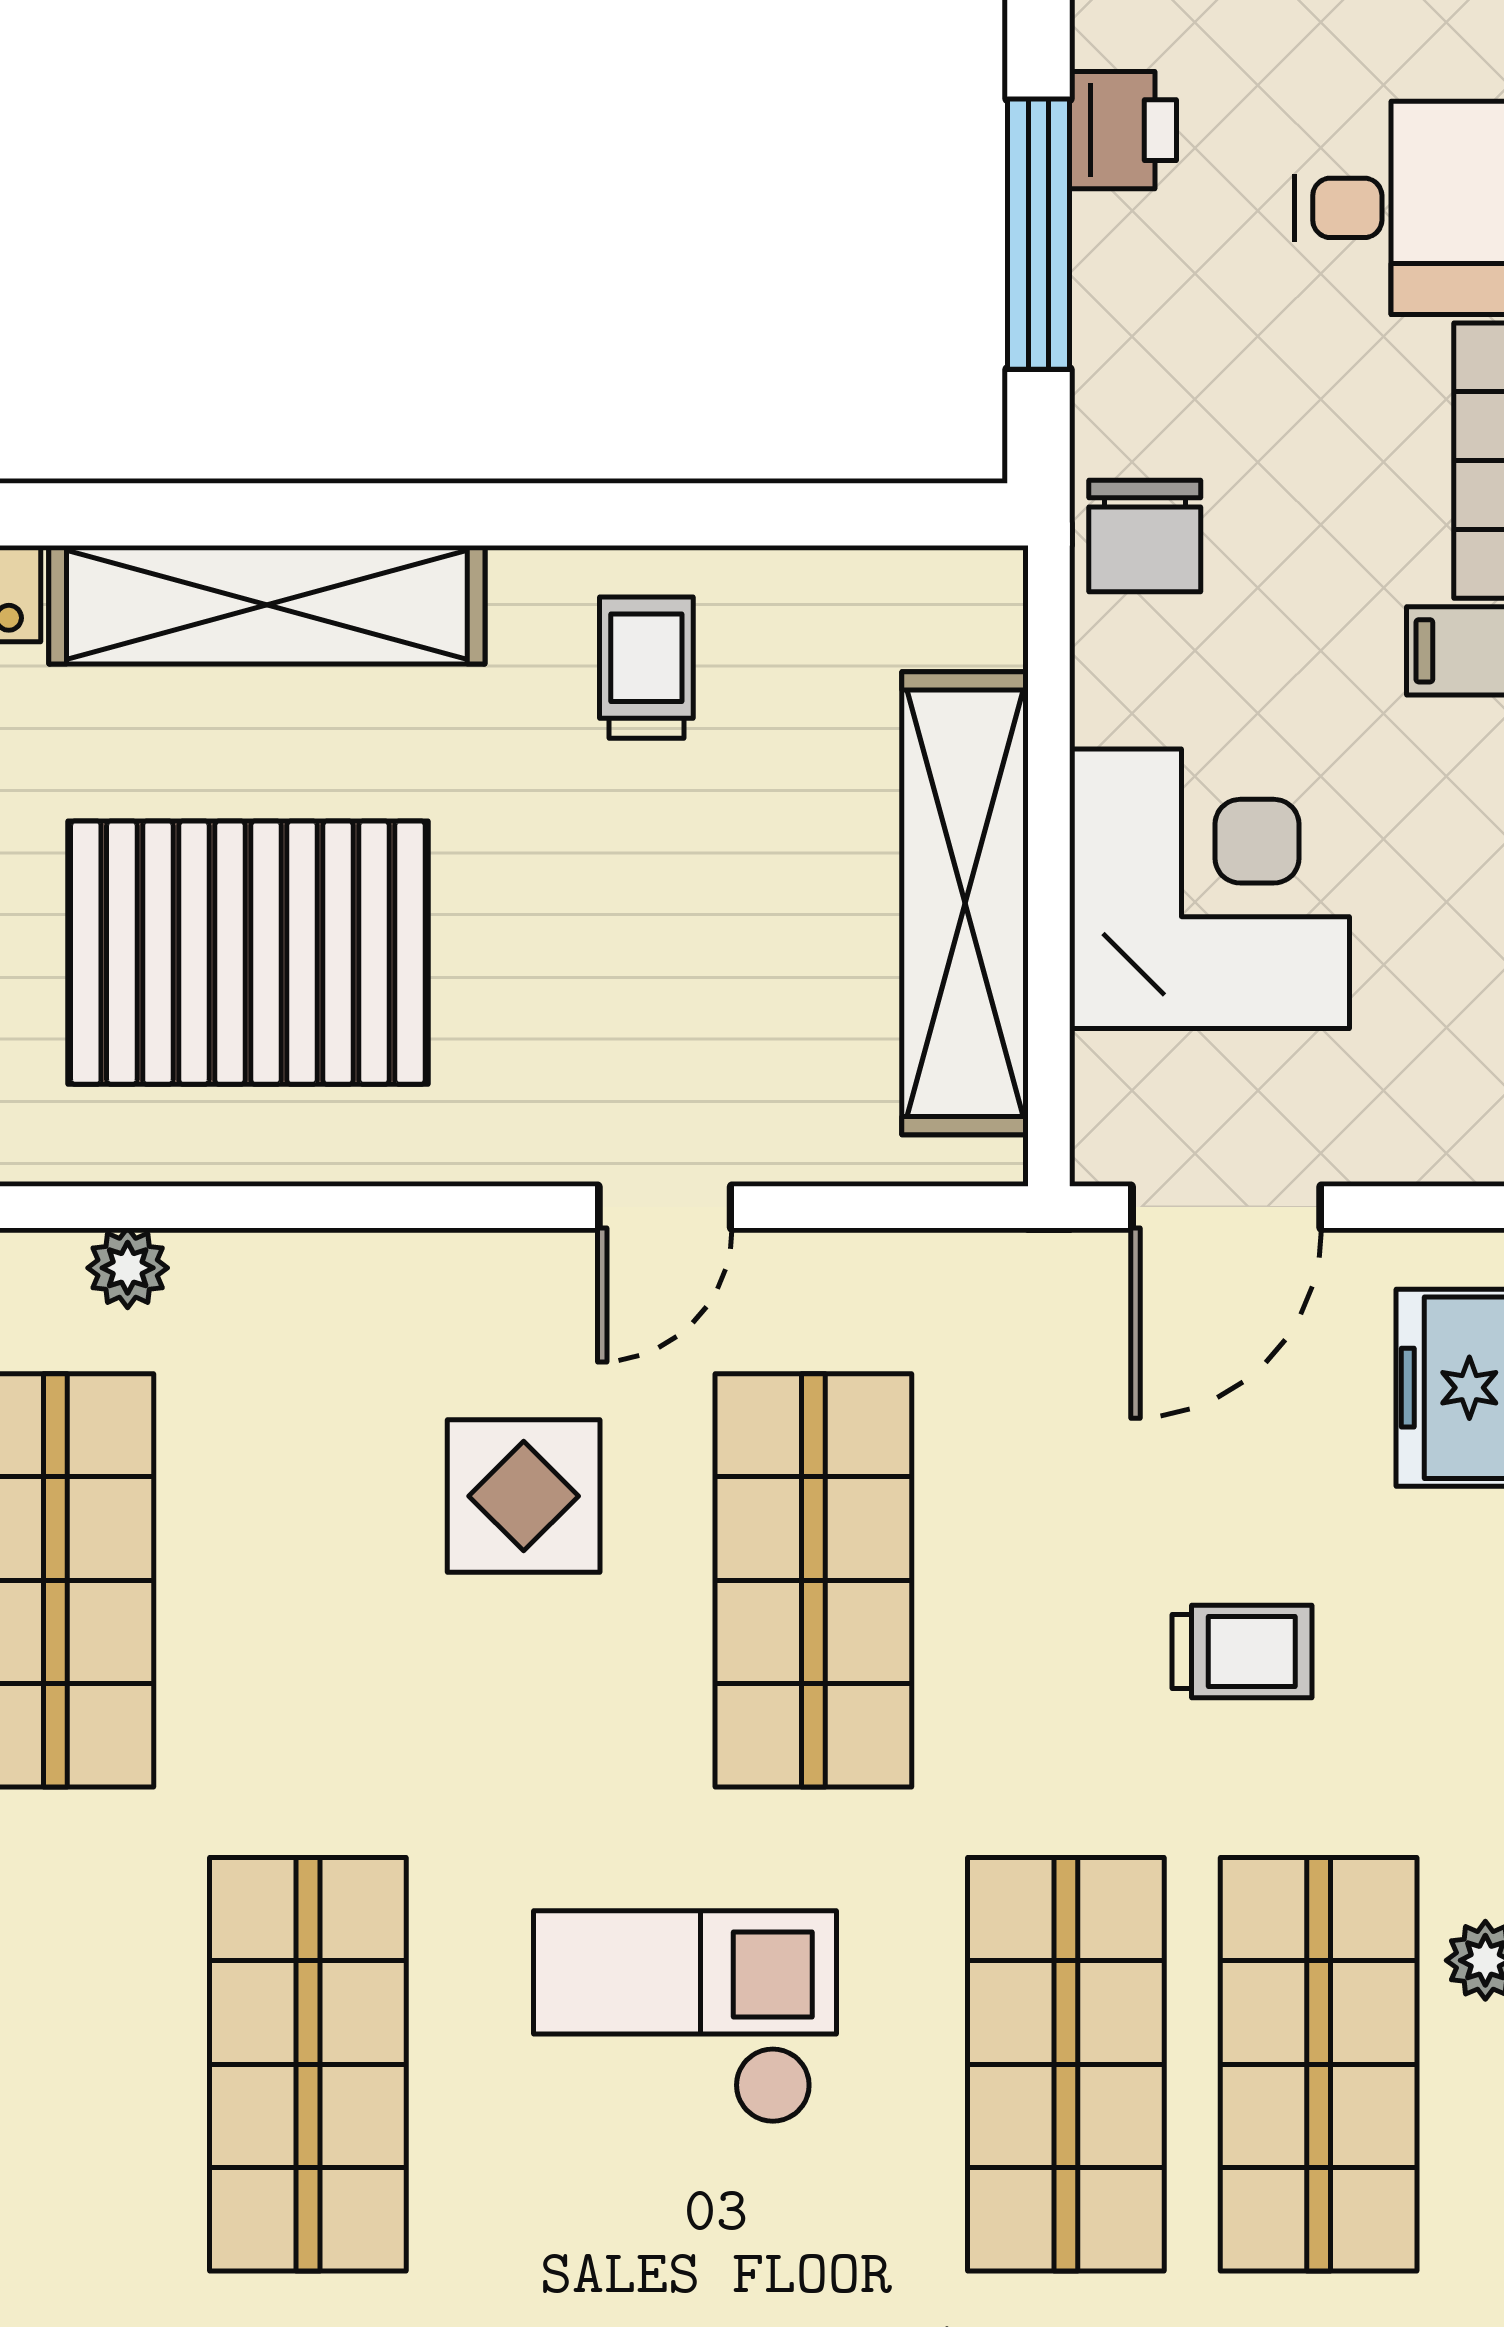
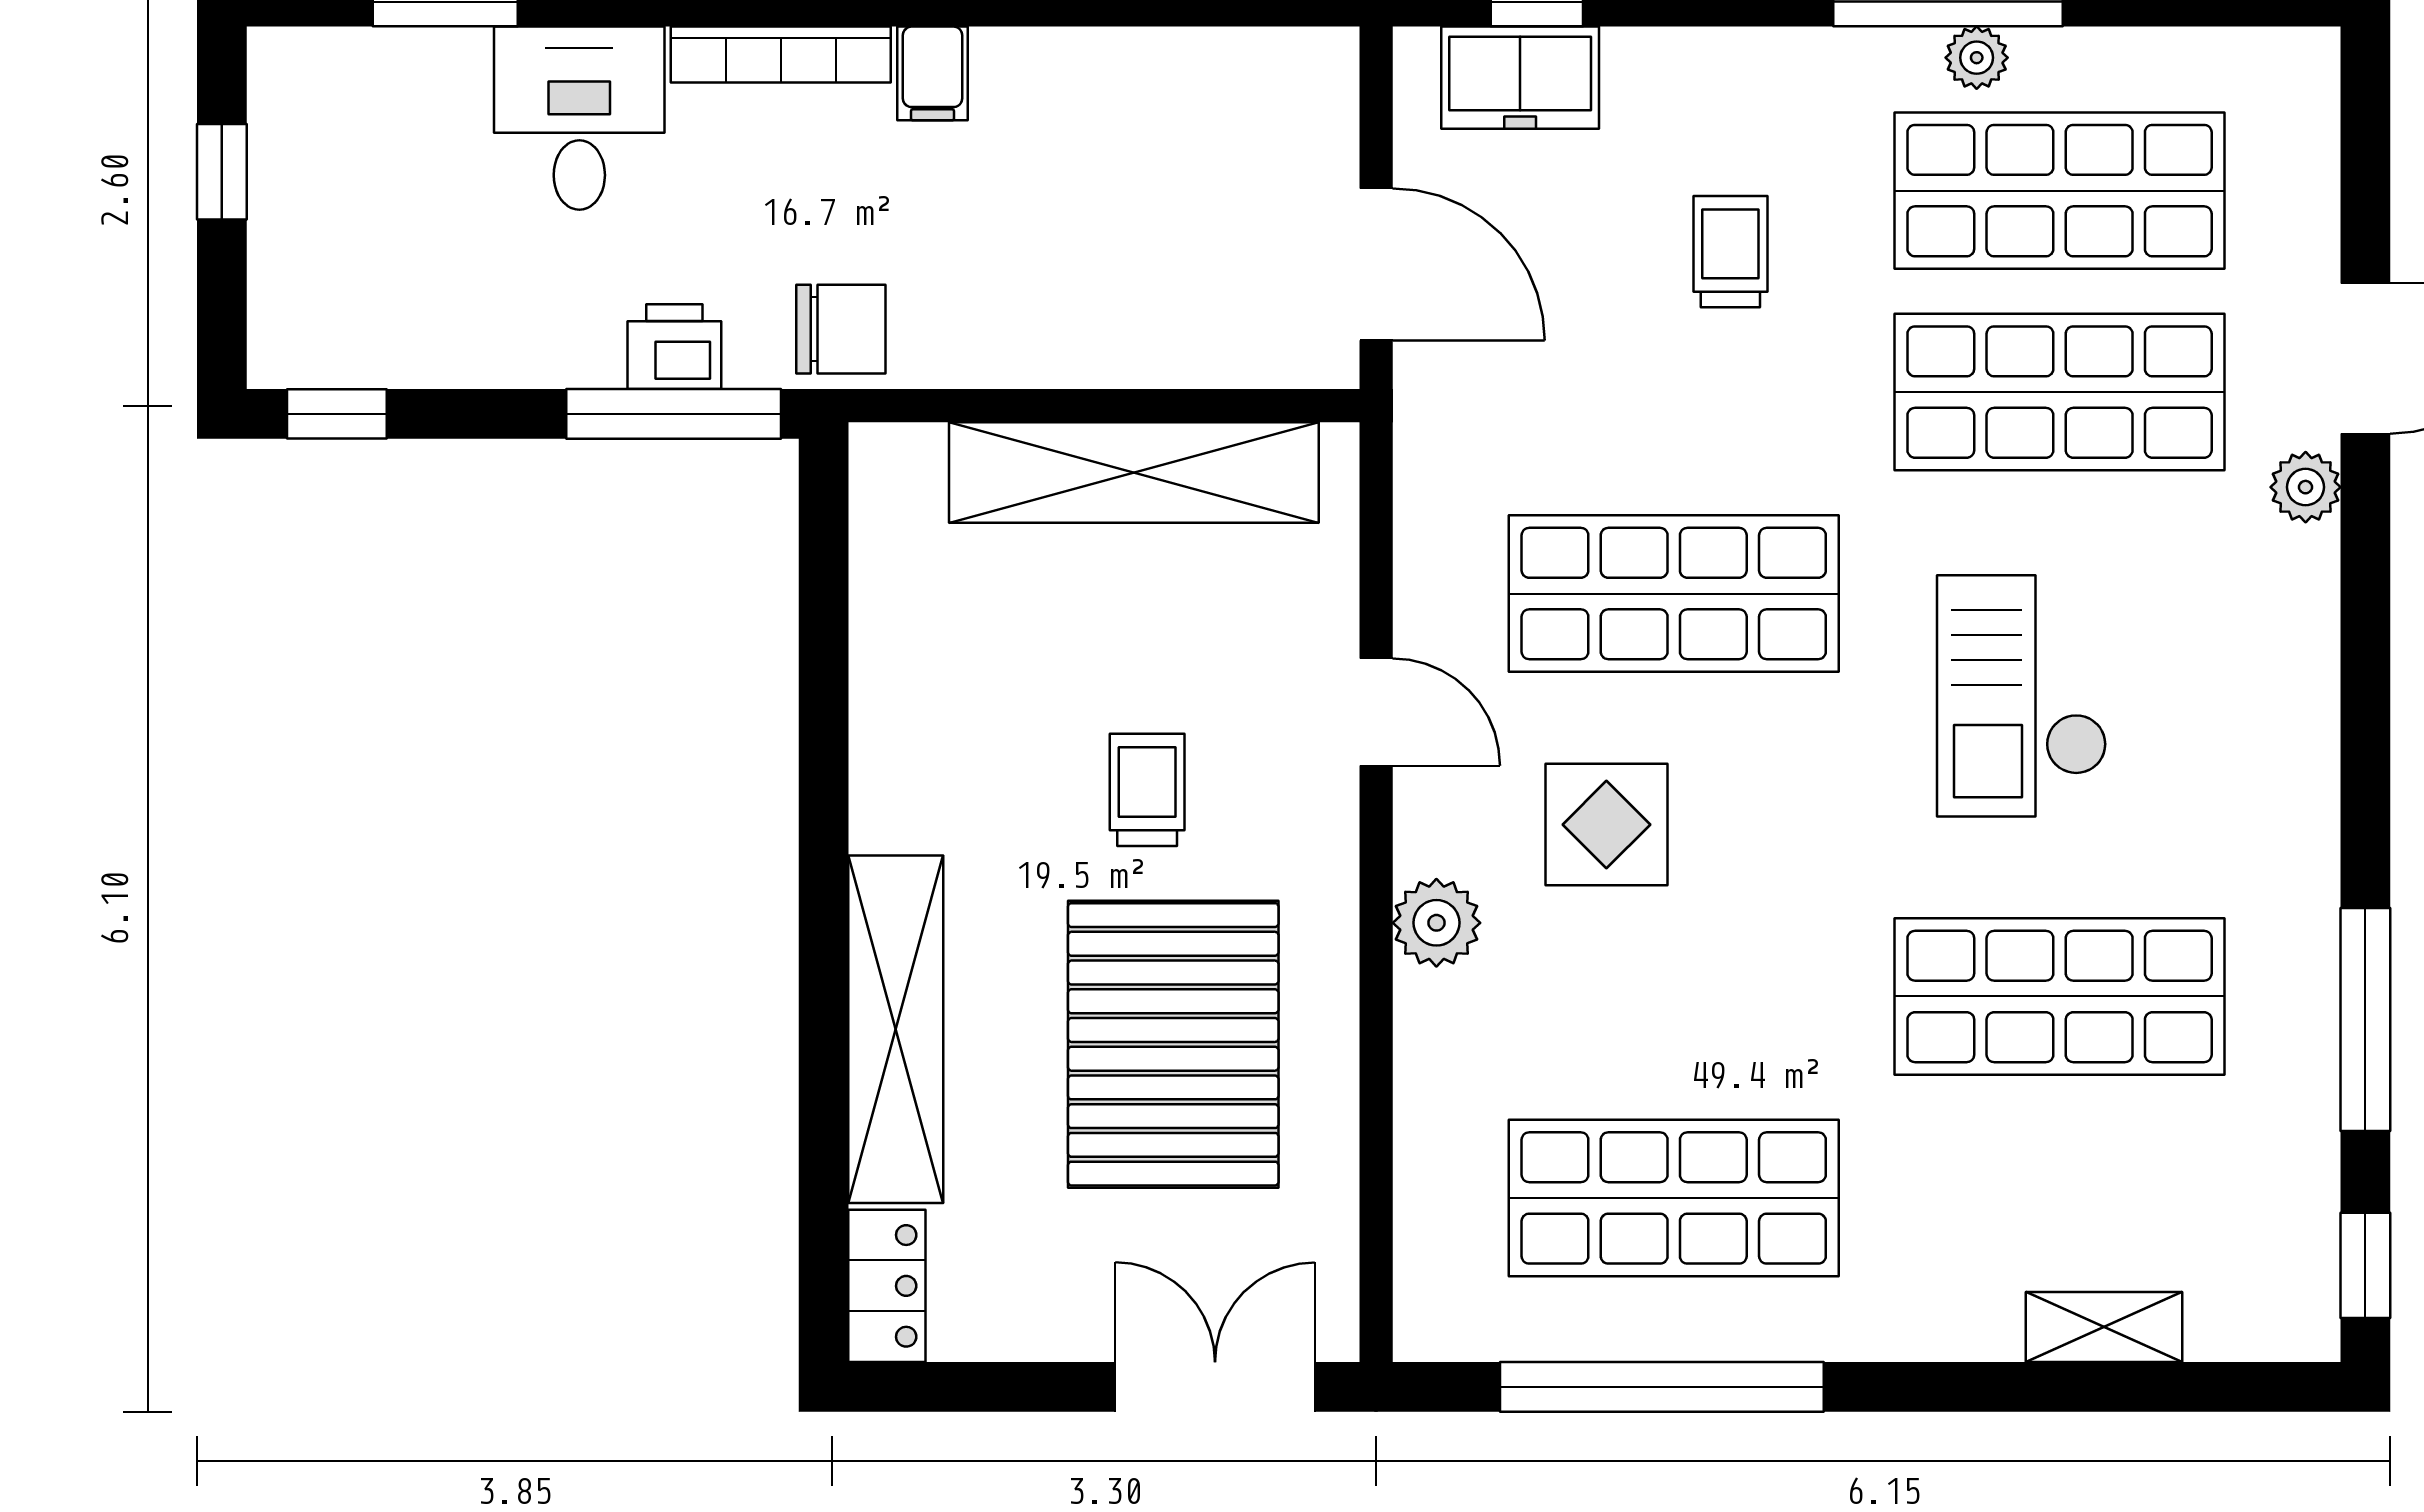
printer: (1123, 130) -> (674, 347), moved
window: (1039, 234) -> (674, 414), moved
trolley: (646, 668) -> (1147, 790), moved, turned 90
corner desk: (1209, 889) -> (1122, 278), removed
plant: (128, 1268) -> (1436, 923), moved, width x1.38, depth x1.38

